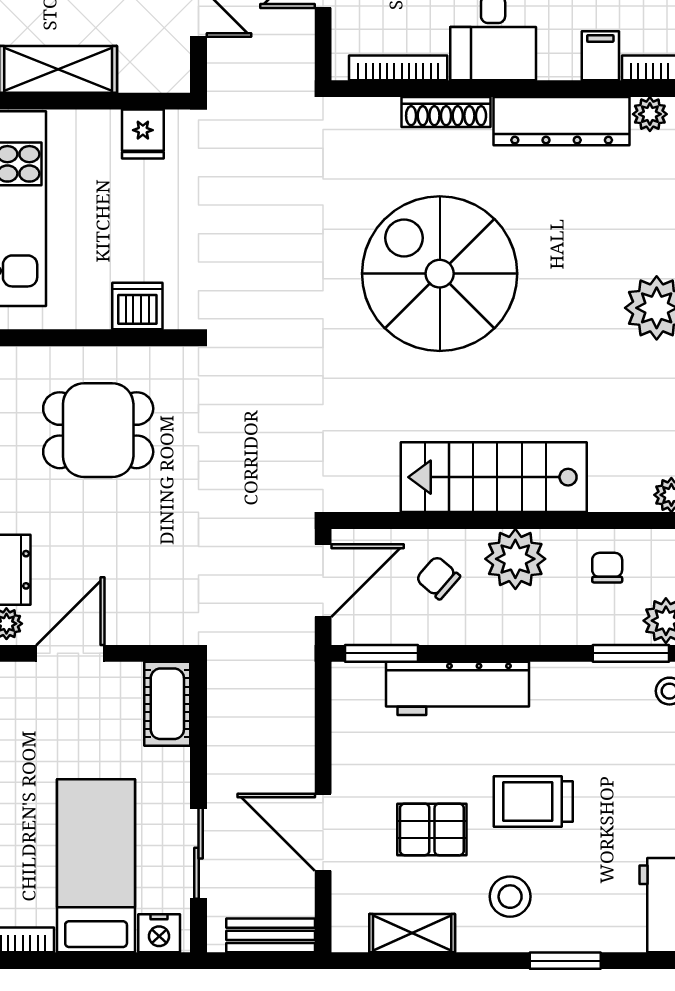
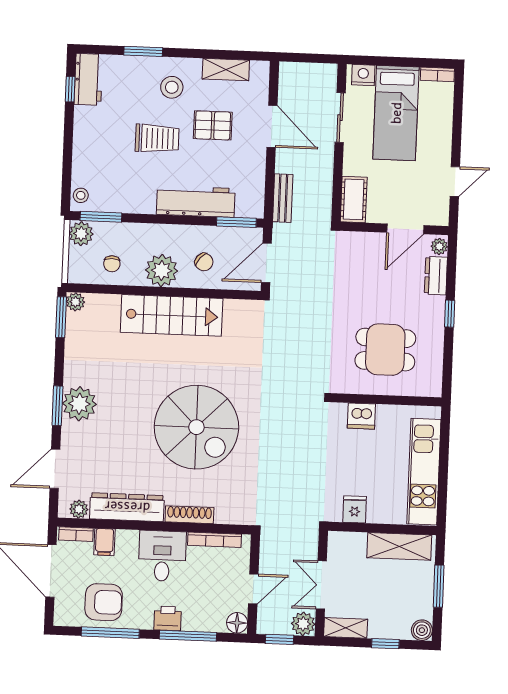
bench: (271, 935) -> (283, 198), moved, turned 90

